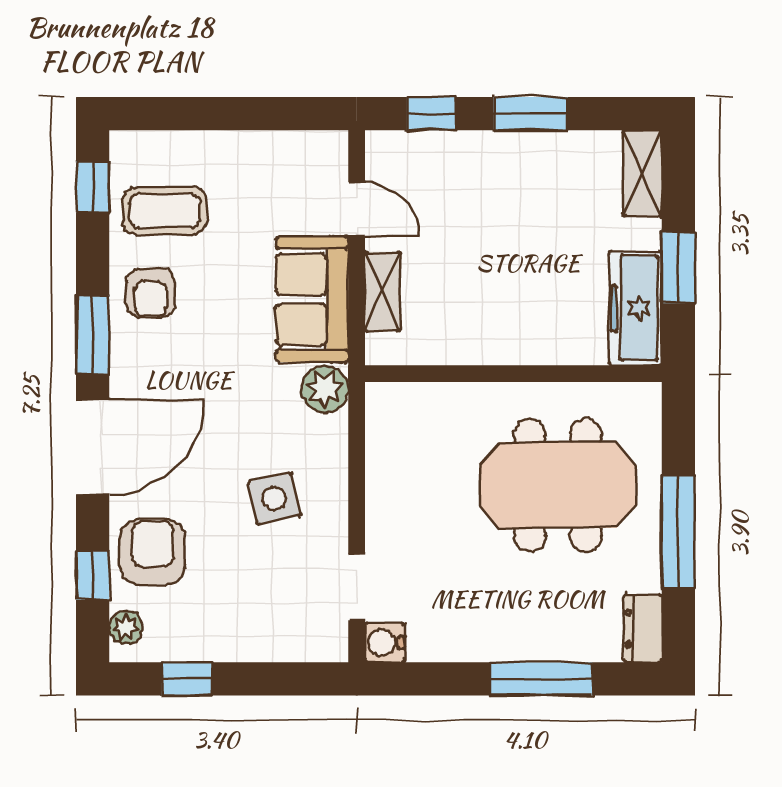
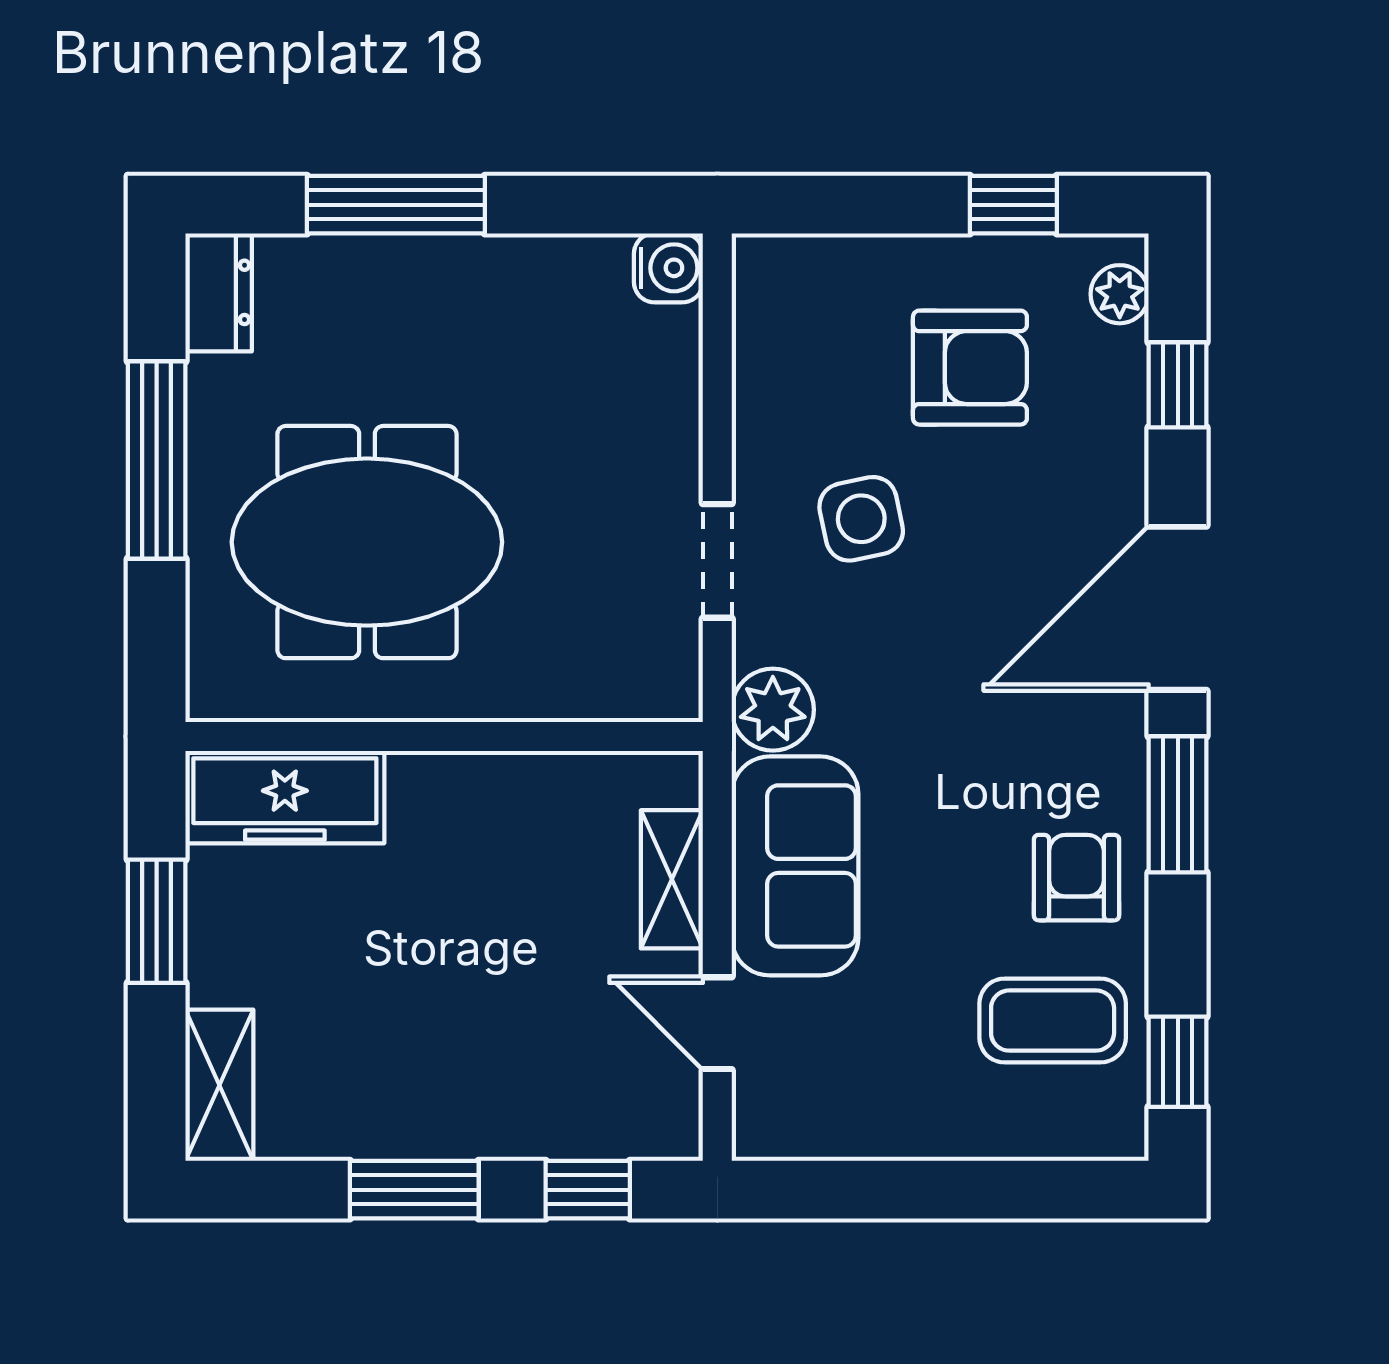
freezer: (635, 308) -> (285, 797), moved, turned 90
armchair: (152, 552) -> (970, 368), moved, turned -90
doorway: (357, 587) -> (717, 561), moved

